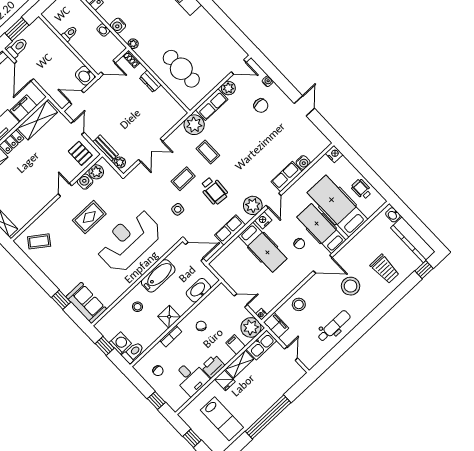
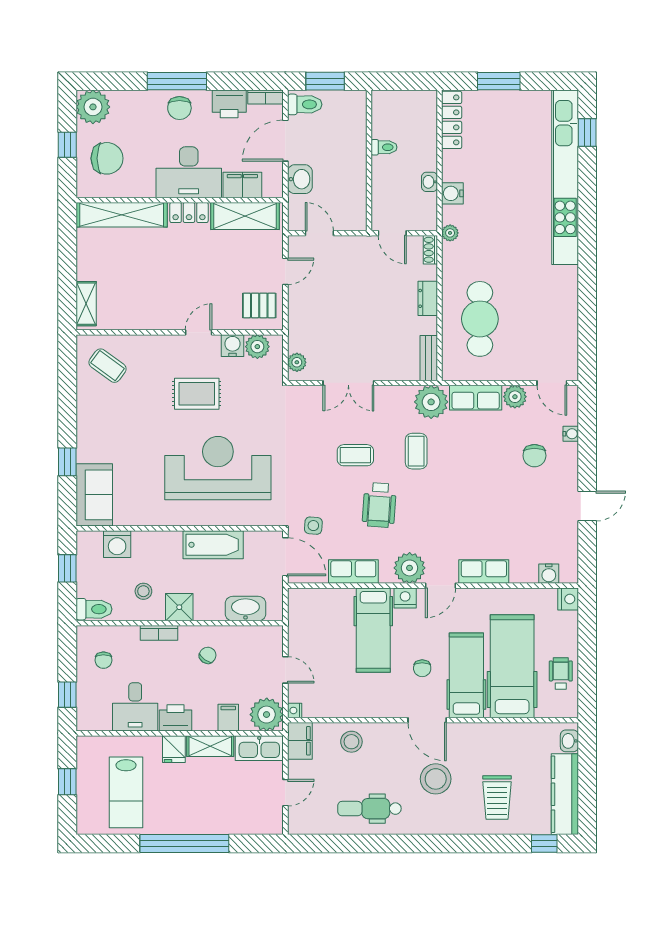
washbasin: (85, 76) -> (300, 179), moved, turned 180
bench: (106, 148) -> (429, 358), moved
pallet: (80, 153) -> (259, 305), turned 90
water cooler: (303, 162) -> (549, 574), moved
side table: (178, 209) -> (313, 526), moved
stool: (138, 307) -> (143, 591), moved
dental chair: (334, 326) -> (369, 809), turned 180
washing machine: (120, 343) -> (117, 544), moved, turned 90

